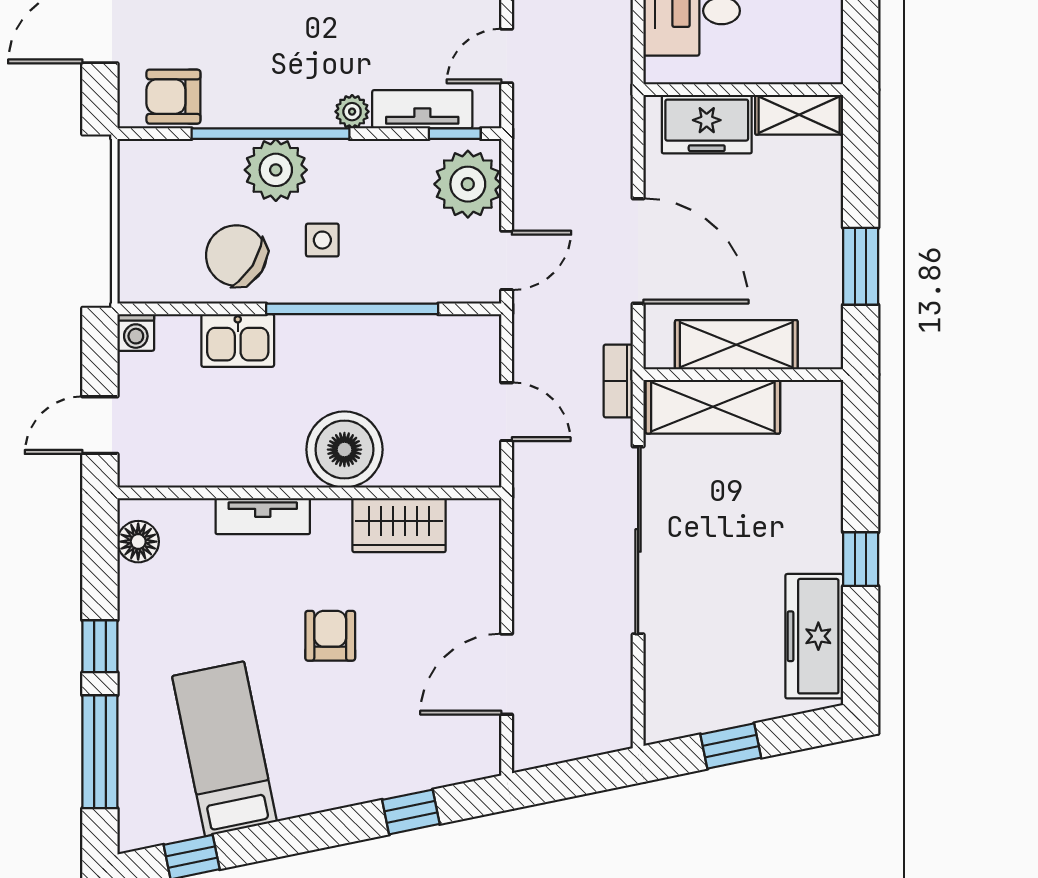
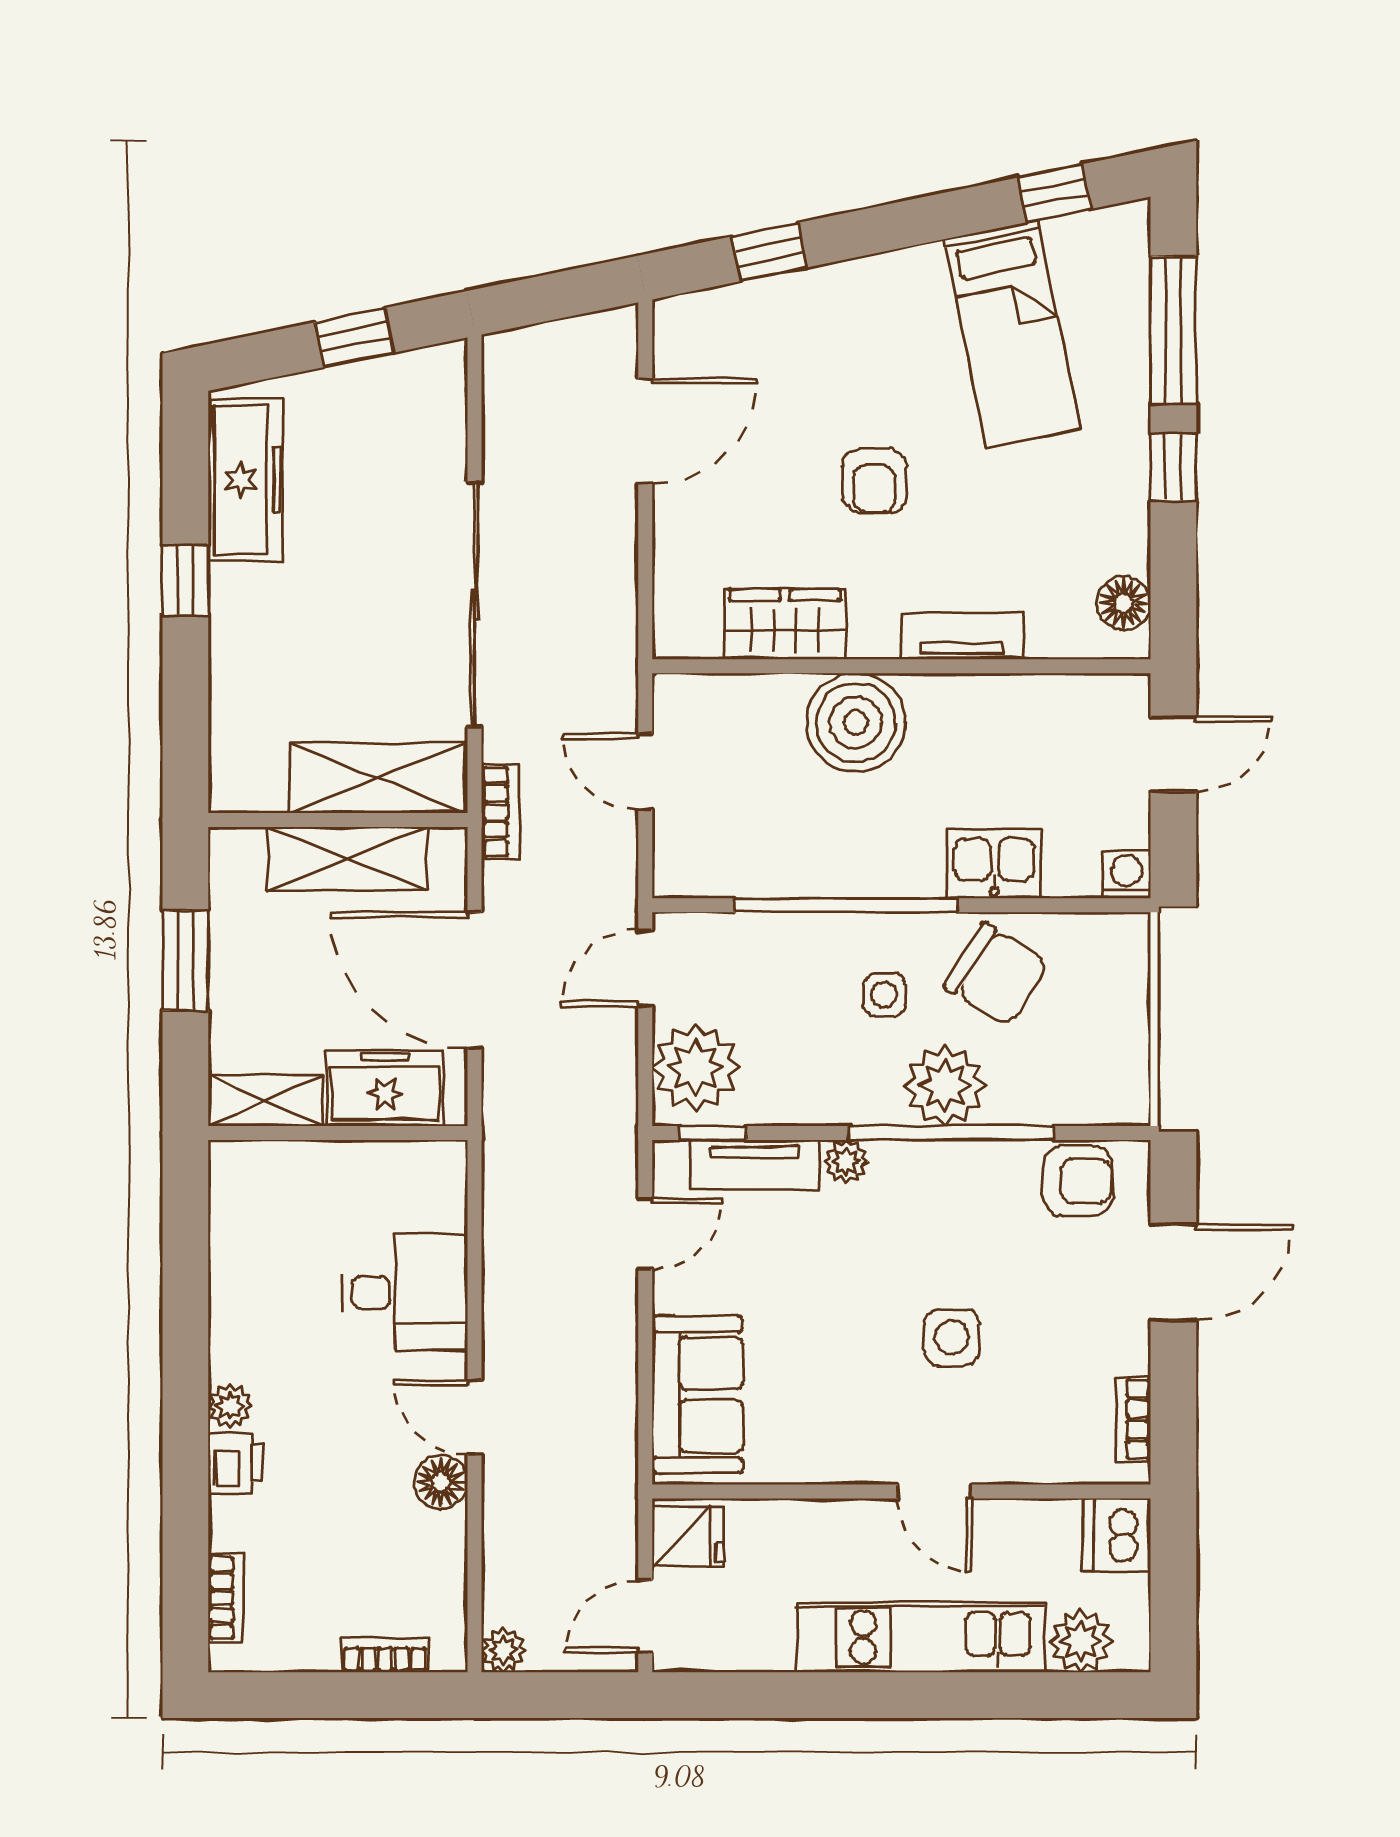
wall: (743, 90) -> (338, 1133), moved
shelving: (799, 115) -> (265, 1100), moved
freezer: (707, 124) -> (385, 1088), moved

